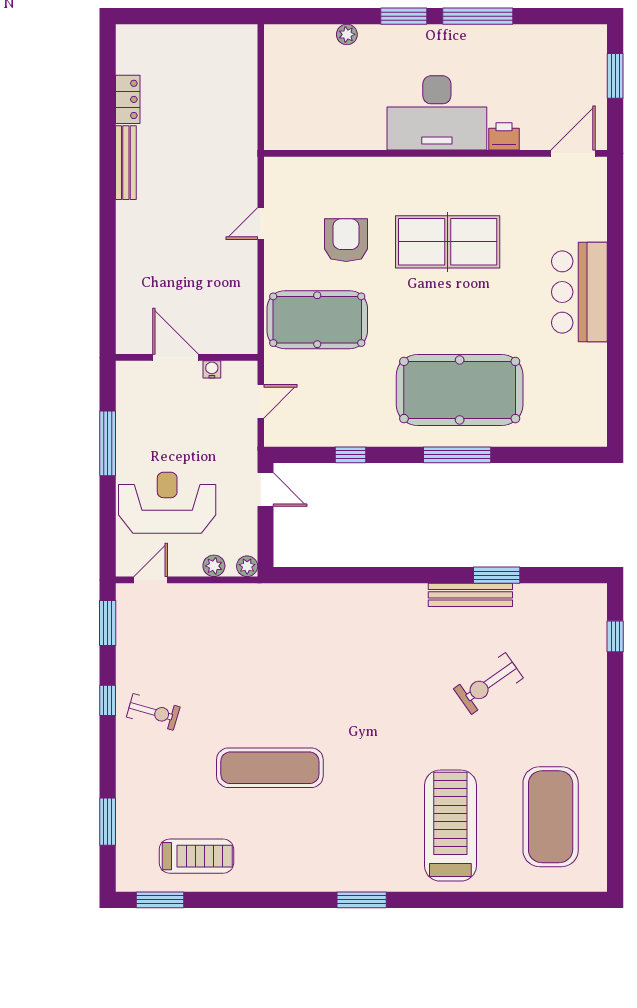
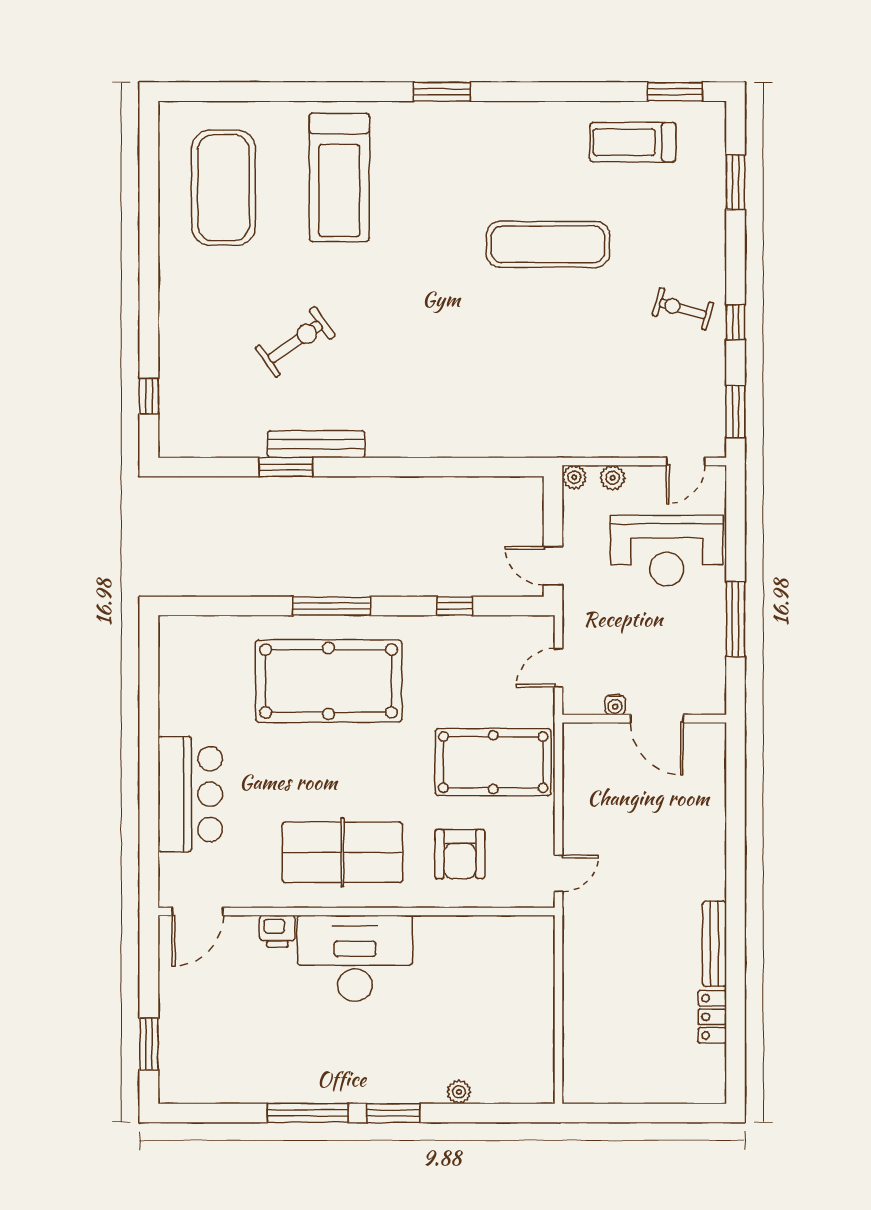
desk: (437, 113) -> (355, 958), moved
printer: (504, 136) -> (277, 931), moved
wall: (436, 153) -> (356, 912), moved
door: (573, 153) -> (198, 912), moved

